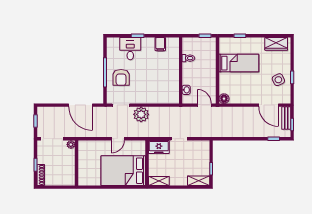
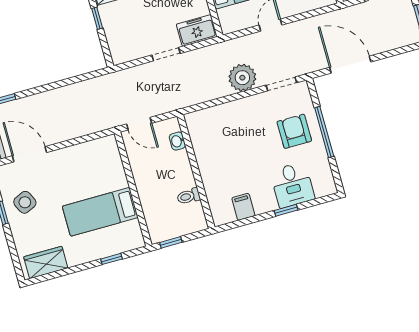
floor lamp: (224, 99) -> (109, 144), removed

